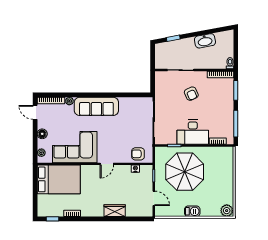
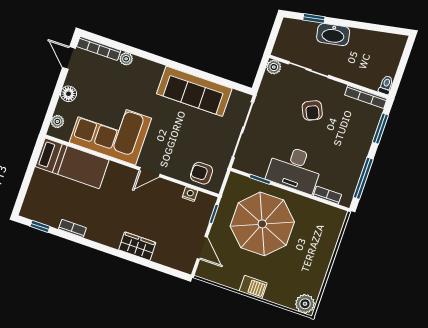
washbasin: (205, 41) -> (333, 35), moved
plant: (159, 76) -> (274, 67), added
sofa: (96, 106) -> (194, 91), moved
bed: (59, 179) -> (72, 163), width x0.67

